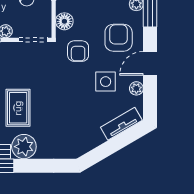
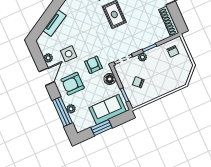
armchair: (119, 38) -> (73, 84), turned 90
tv unit: (121, 124) -> (55, 23), moved

